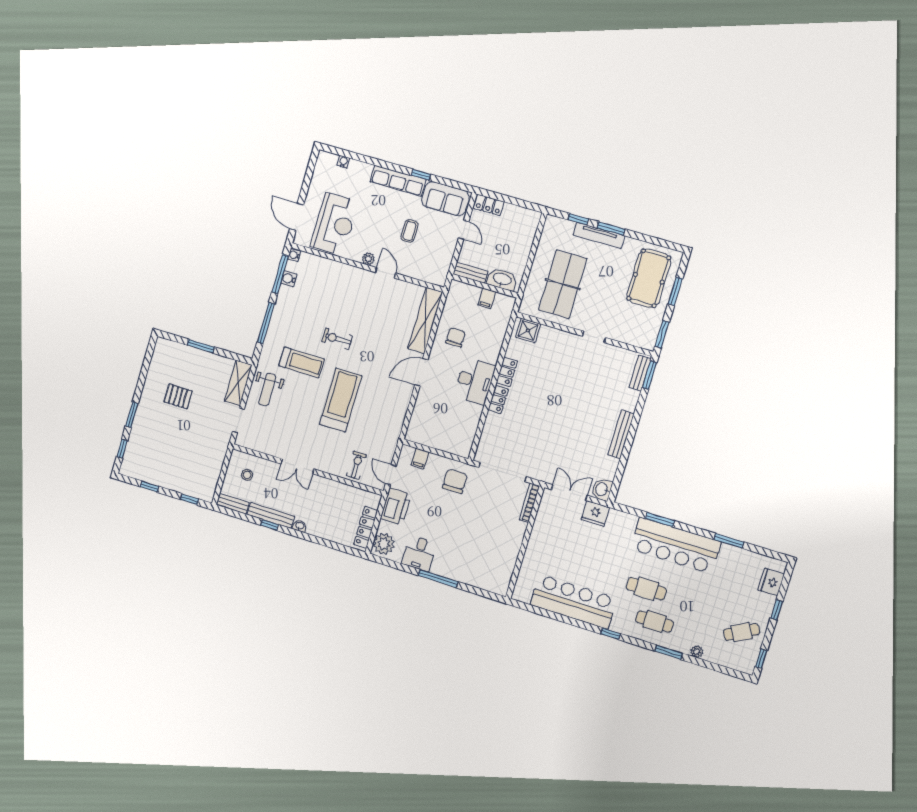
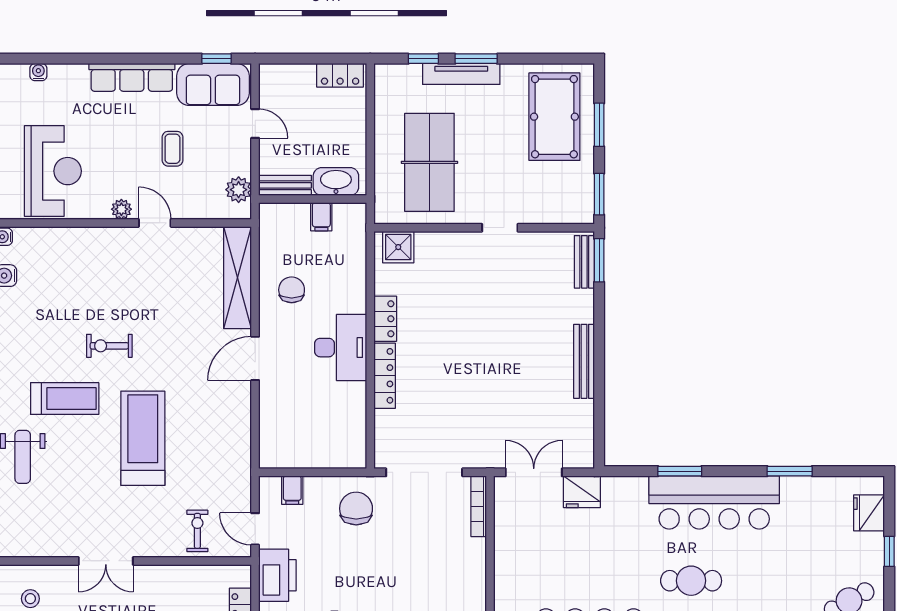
window: (421, 175) -> (217, 59), moved
locker: (489, 205) -> (340, 75), moved
plant: (442, 267) -> (239, 190), added
locker: (498, 399) -> (385, 376), width x1.53
washbasin: (602, 489) -> (581, 452), removed

